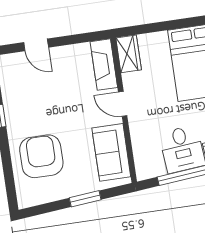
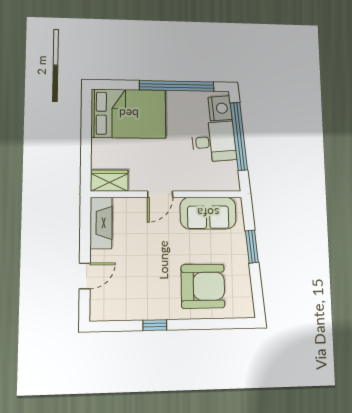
fireplace: (104, 65) -> (101, 223), moved, turned -90
armchair: (41, 156) -> (203, 286), turned 180

